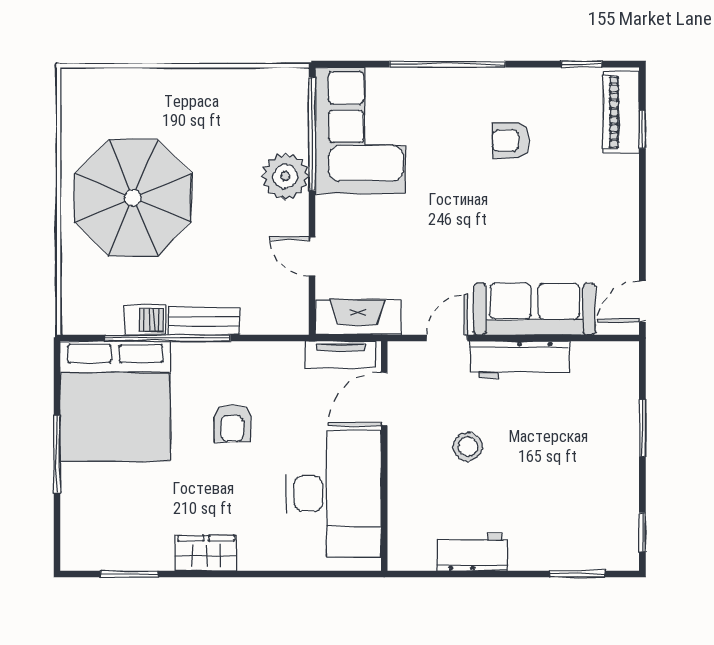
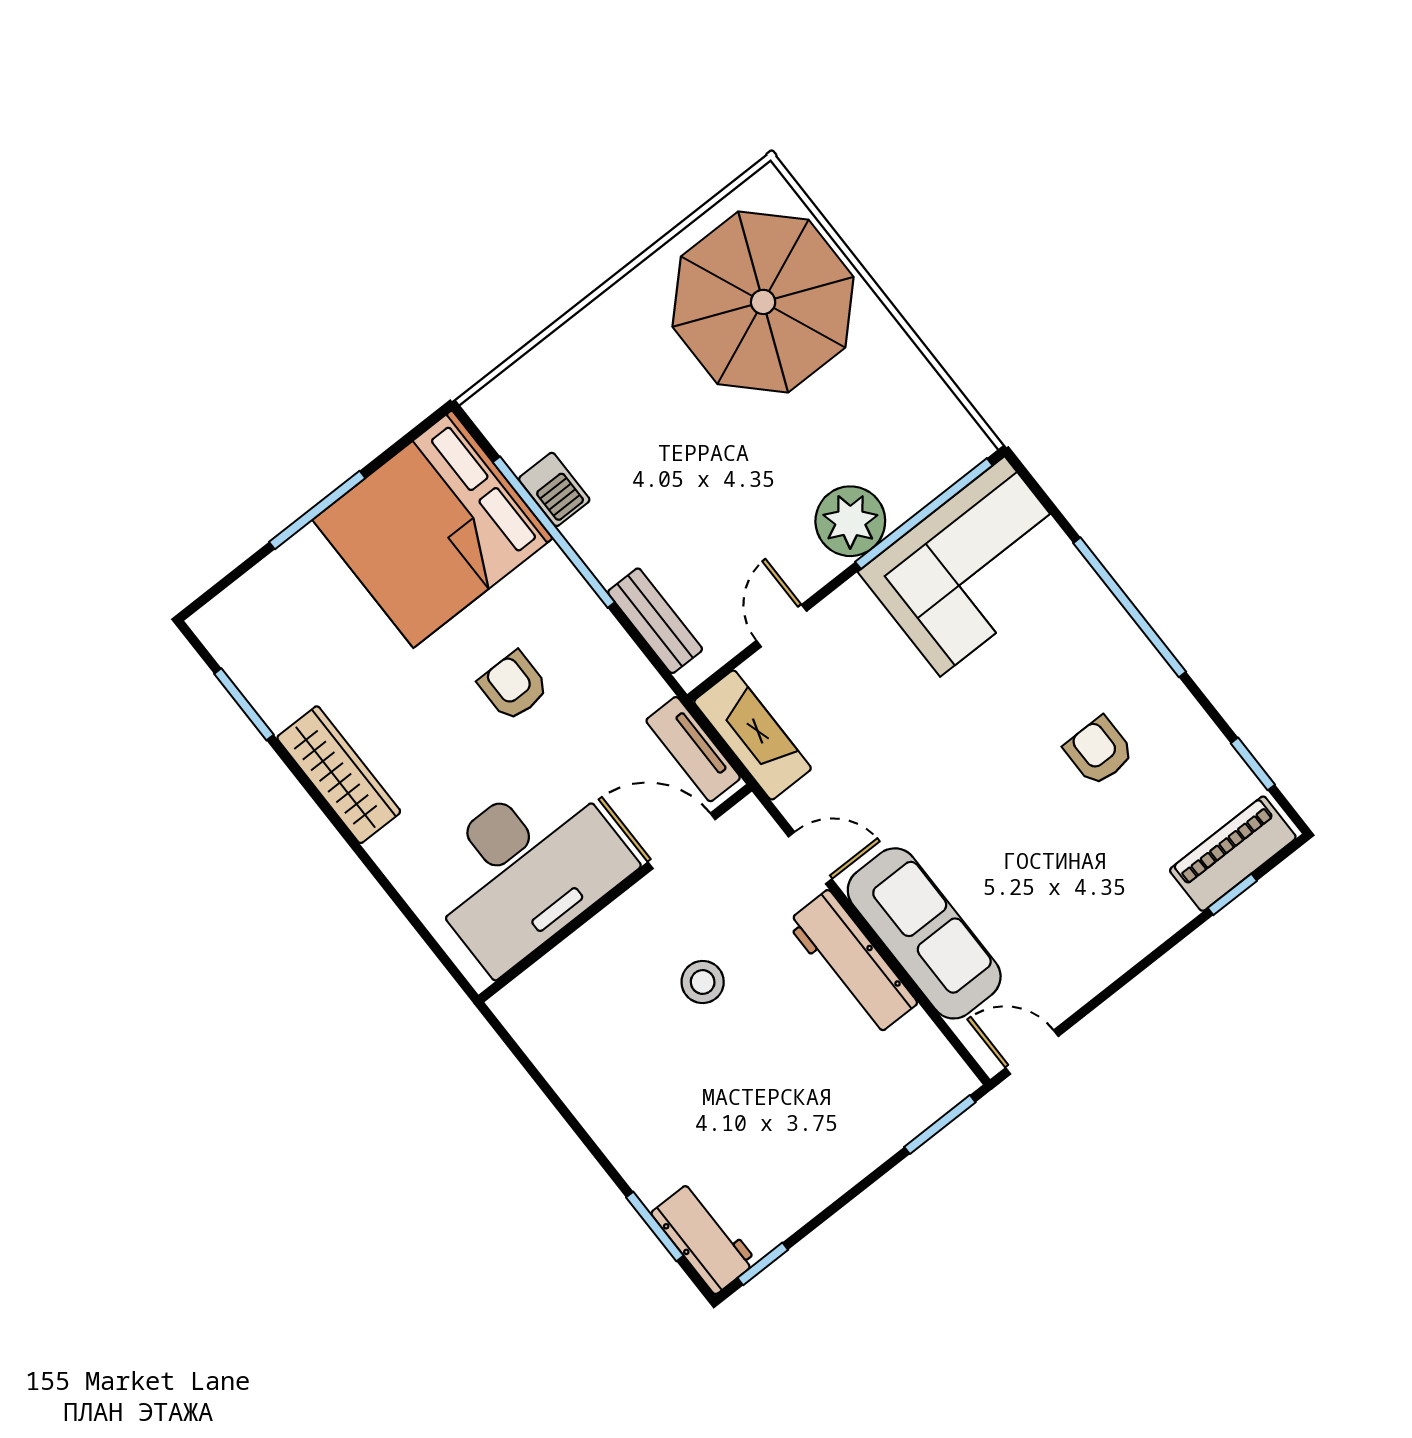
parasol: (133, 198) -> (763, 302), moved
bench: (204, 321) -> (655, 621), moved
armchair: (232, 423) -> (514, 686), turned 90
window: (642, 428) -> (940, 1125), moved
workbench: (472, 552) -> (704, 1237), moved
wardrobe: (206, 553) -> (339, 775), width x1.50

